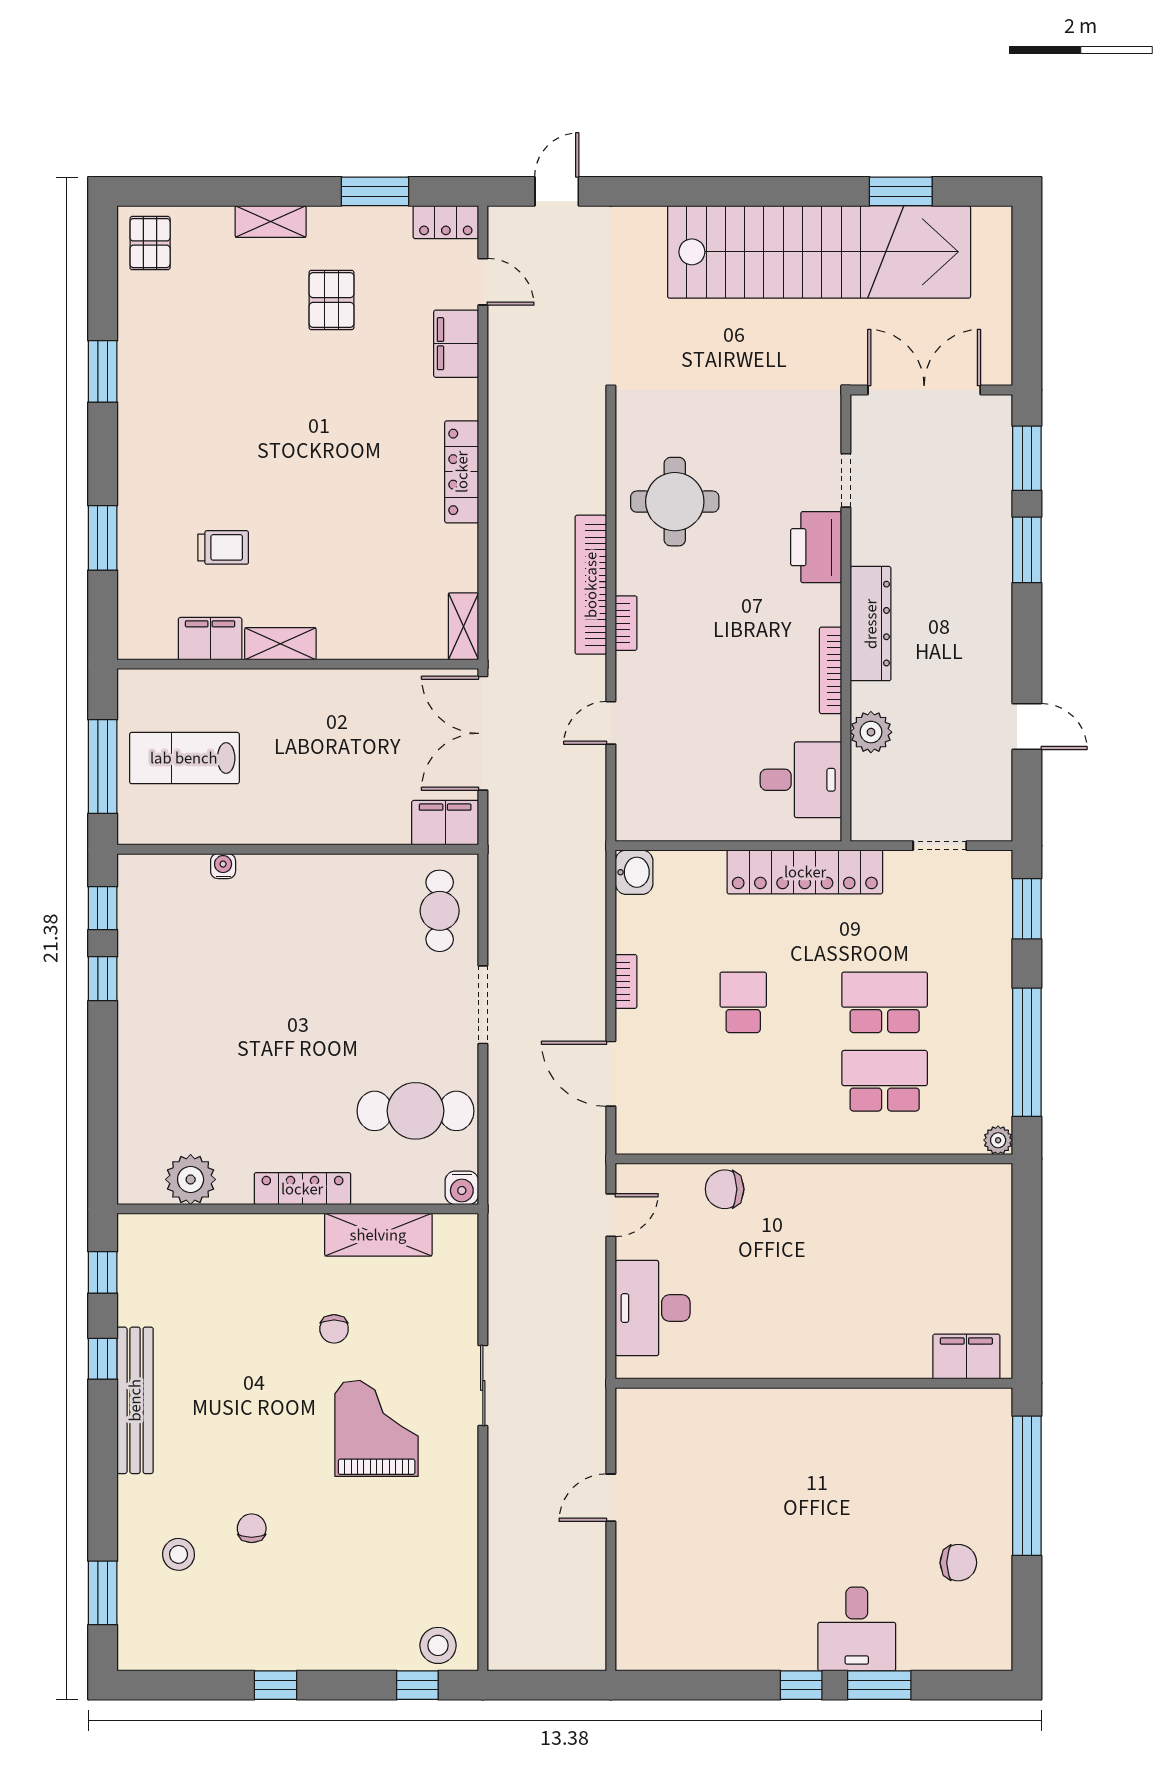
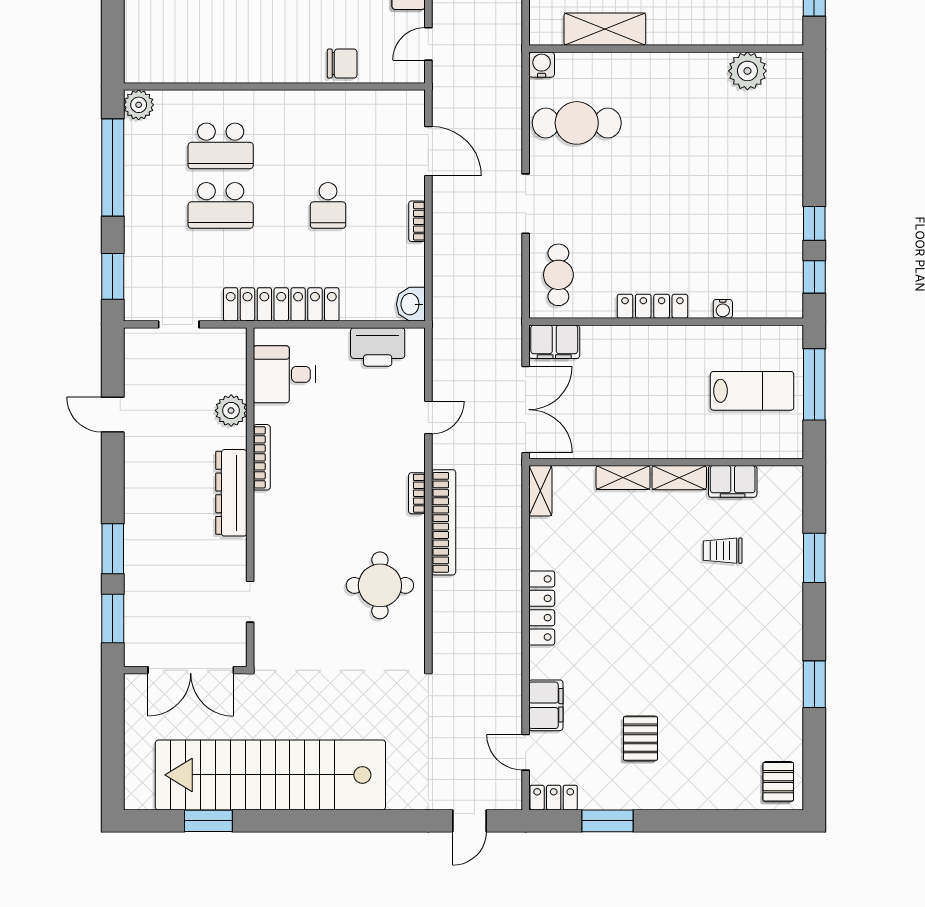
shelving: (271, 222) -> (623, 477), moved
printer: (816, 547) -> (378, 347), moved, turned 90
plant: (998, 1140) -> (139, 105), width x1.38, depth x1.38
locker: (302, 1189) -> (652, 306), moved, turned 180

